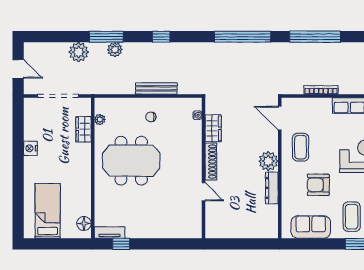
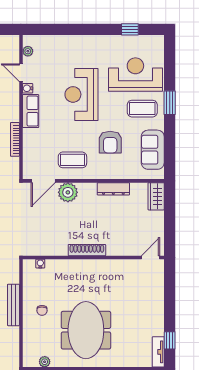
wardrobe: (213, 128) -> (156, 196), moved, turned -90
plant: (268, 161) -> (68, 192), moved
door: (204, 192) -> (151, 257), moved

